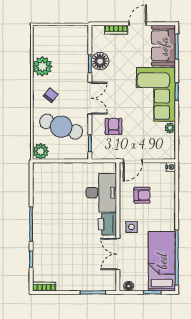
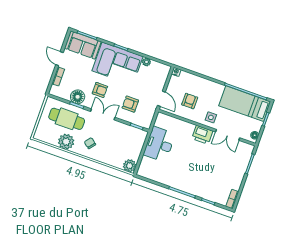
armchair: (118, 85) -> (100, 90), added
cafe table: (61, 127) -> (67, 119), moved, turned 70
desk: (101, 193) -> (159, 144), moved, turned -90

